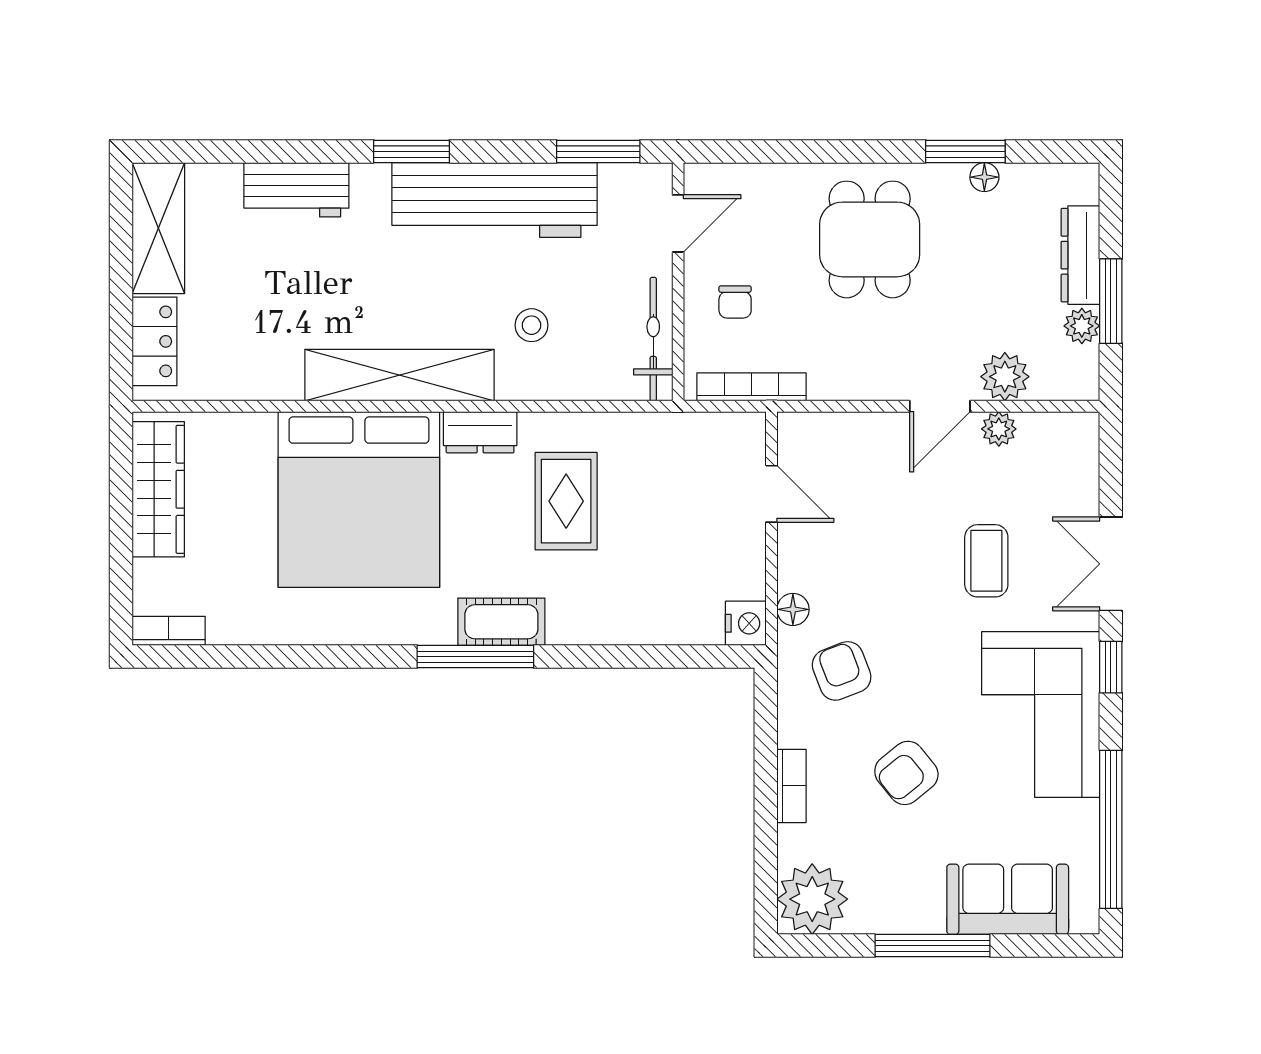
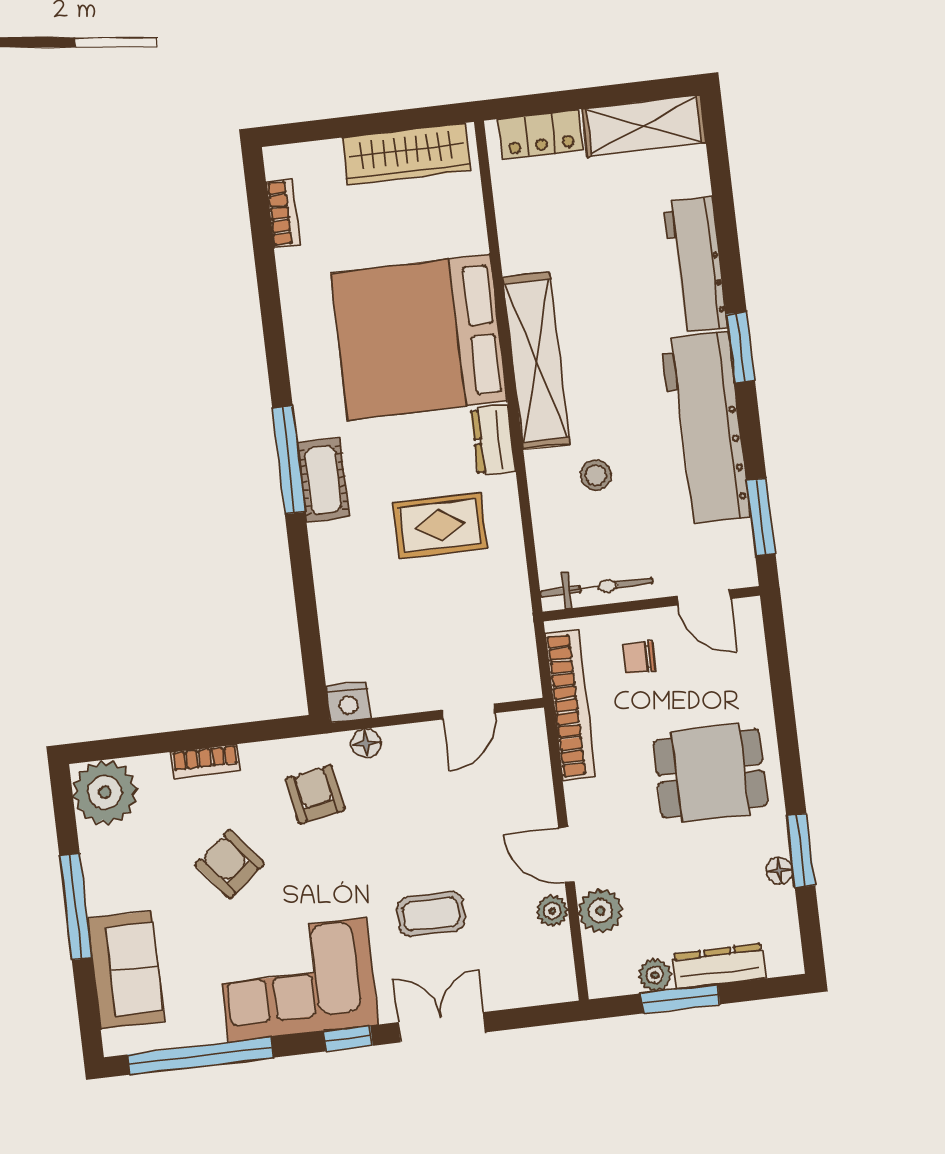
workbench: (296, 190) -> (696, 265), width x1.38
bookcase: (751, 387) -> (570, 705), width x1.48, depth x1.31
bookcase: (169, 631) -> (283, 213), moved
armchair: (842, 671) -> (315, 794), turned -79

